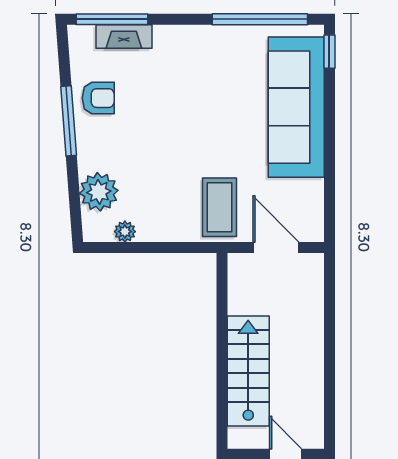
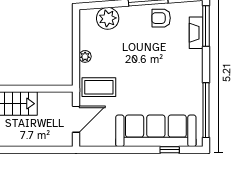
window: (329, 52) -> (170, 150), moved
armchair: (98, 98) -> (161, 18), turned 90
plant: (125, 232) -> (85, 56), moved

